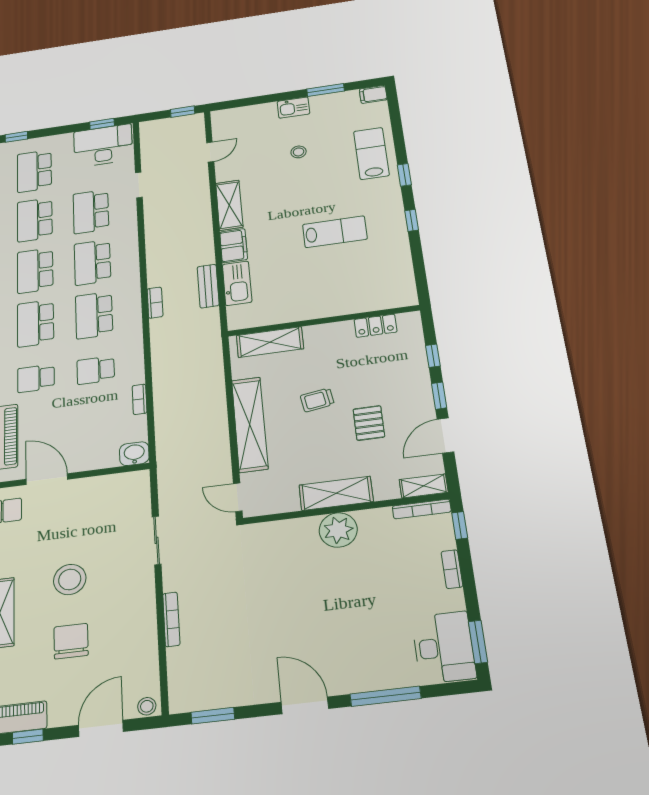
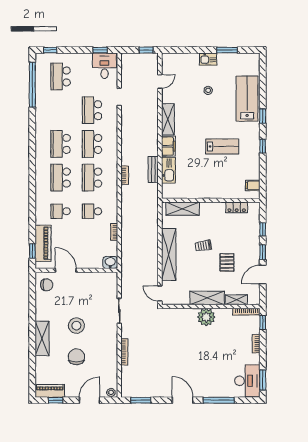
filing cabinet: (373, 94) -> (253, 186), moved
desk: (103, 146) -> (105, 66), width x0.73
lab bench: (371, 153) -> (247, 99), width x1.36, depth x1.39
school desk: (35, 220) -> (61, 110), removed
shelving: (424, 486) -> (236, 300), moved

